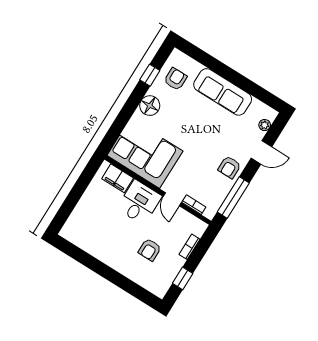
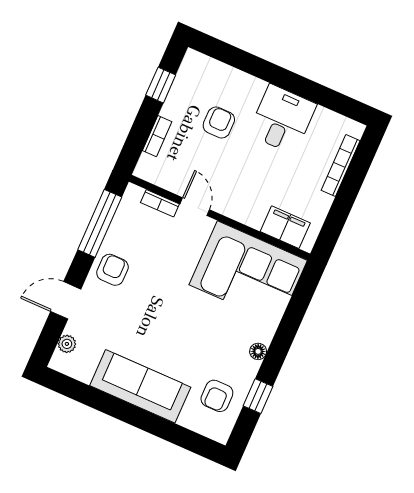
floor lamp: (150, 106) -> (258, 351), width x0.53, depth x0.53
desk: (139, 202) -> (282, 119), moved, turned 180
bookcase: (77, 212) -> (341, 166), added

